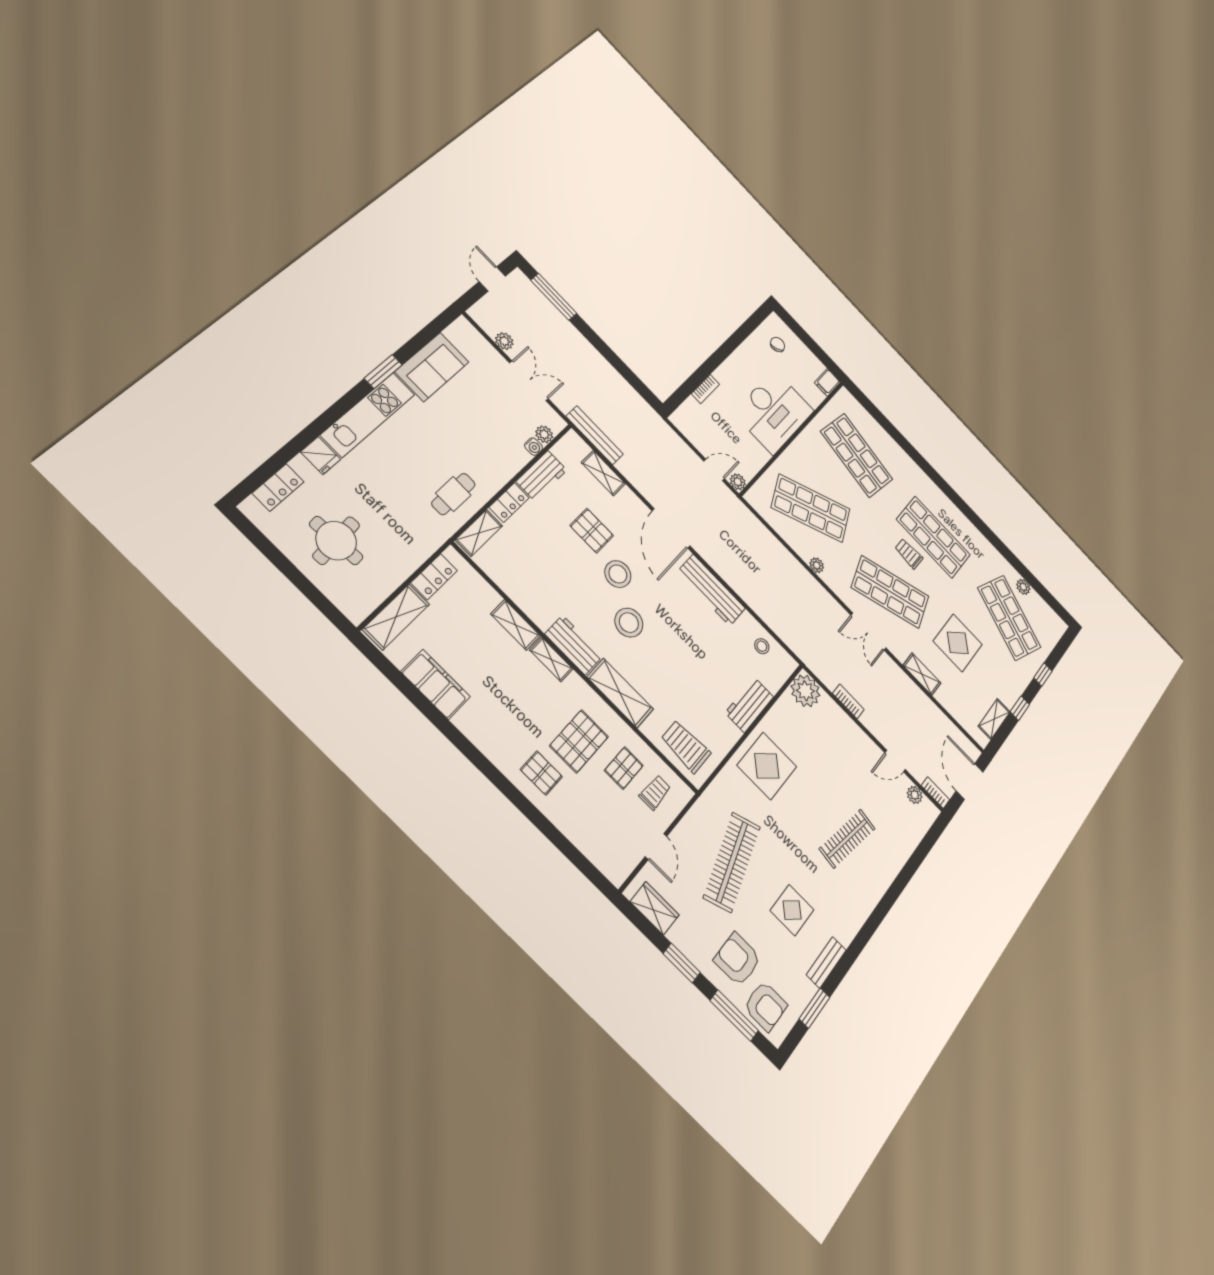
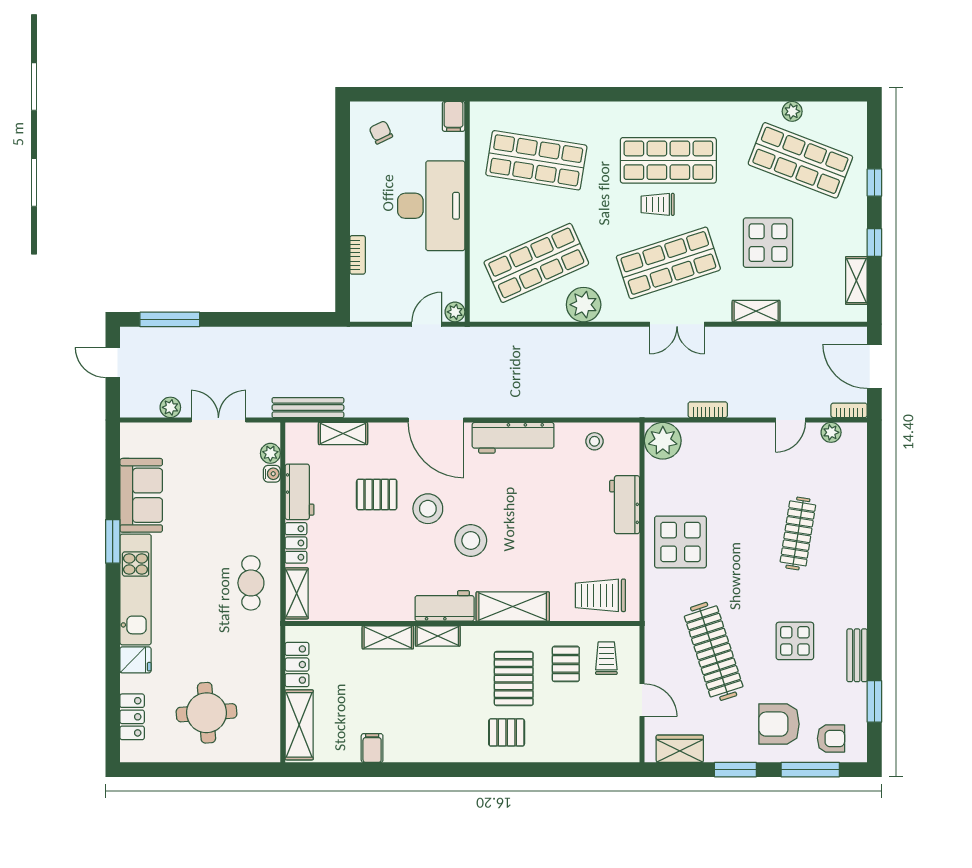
plant: (817, 565) -> (584, 305), width x1.88, depth x1.88
filing cabinet: (436, 684) -> (372, 748), width x0.33, depth x0.86
armchair: (766, 1006) -> (831, 738), width x0.72, depth x0.72

